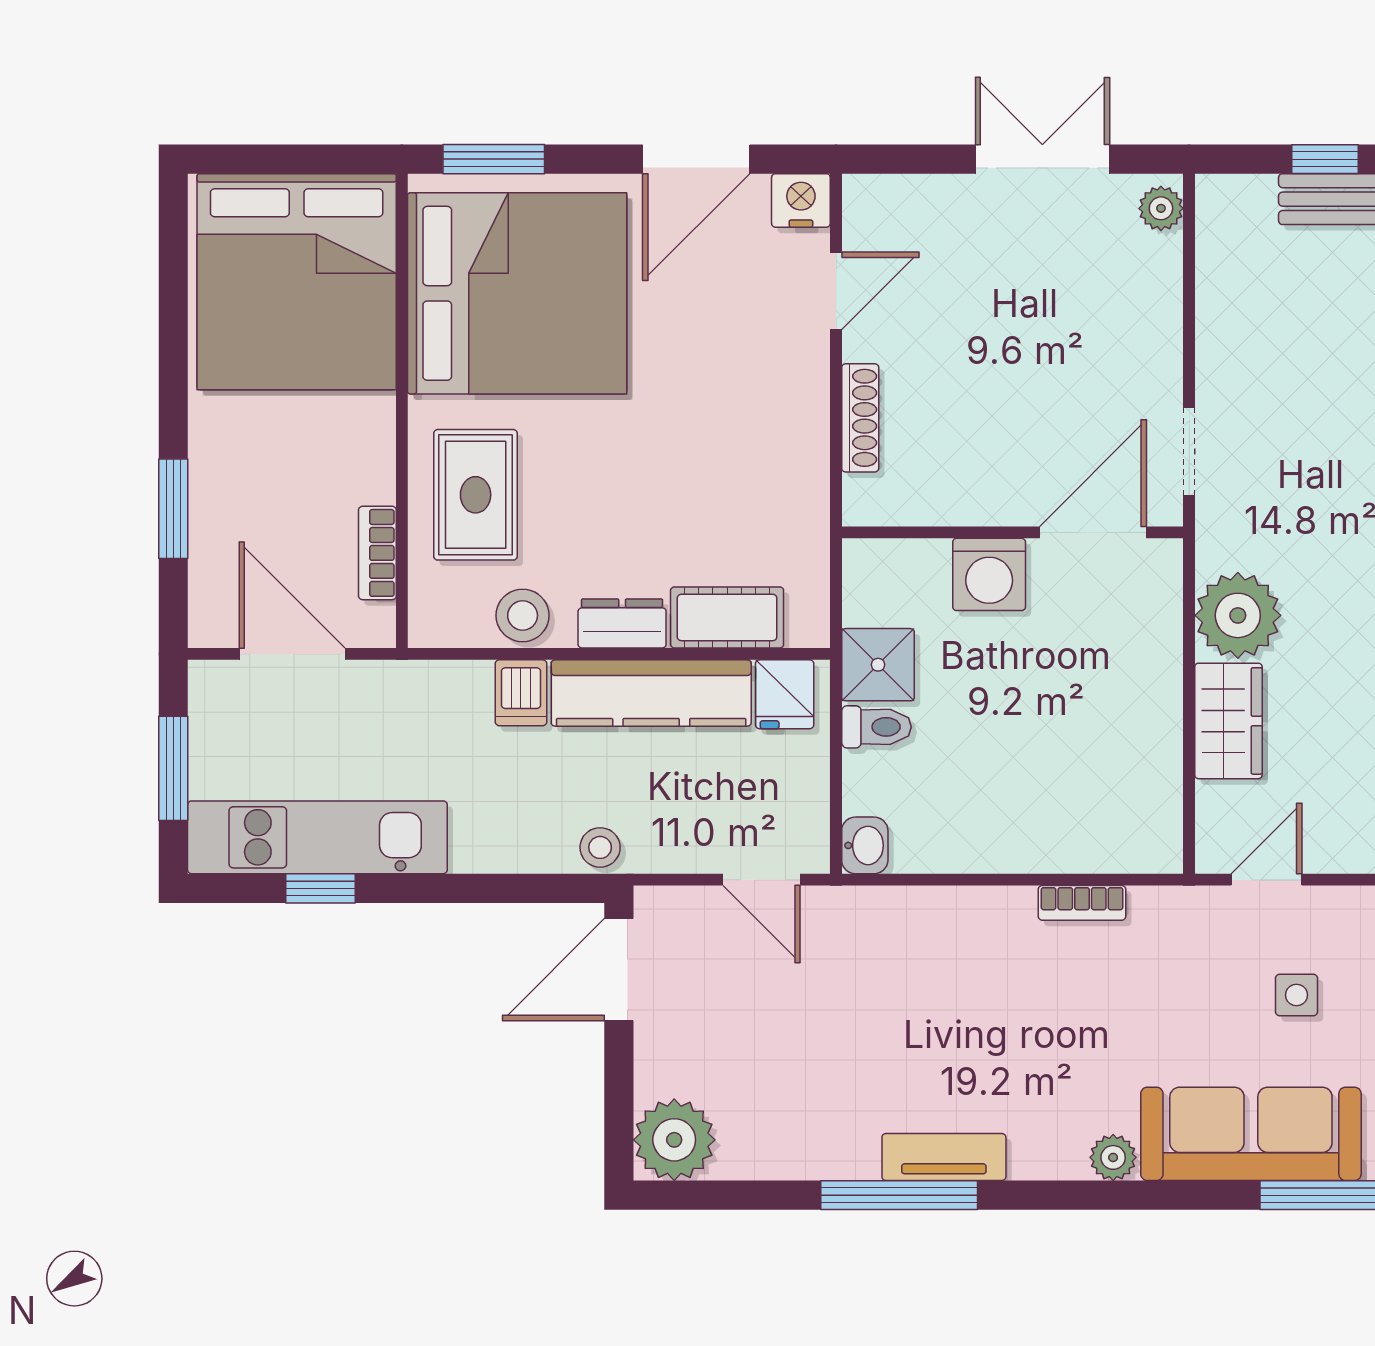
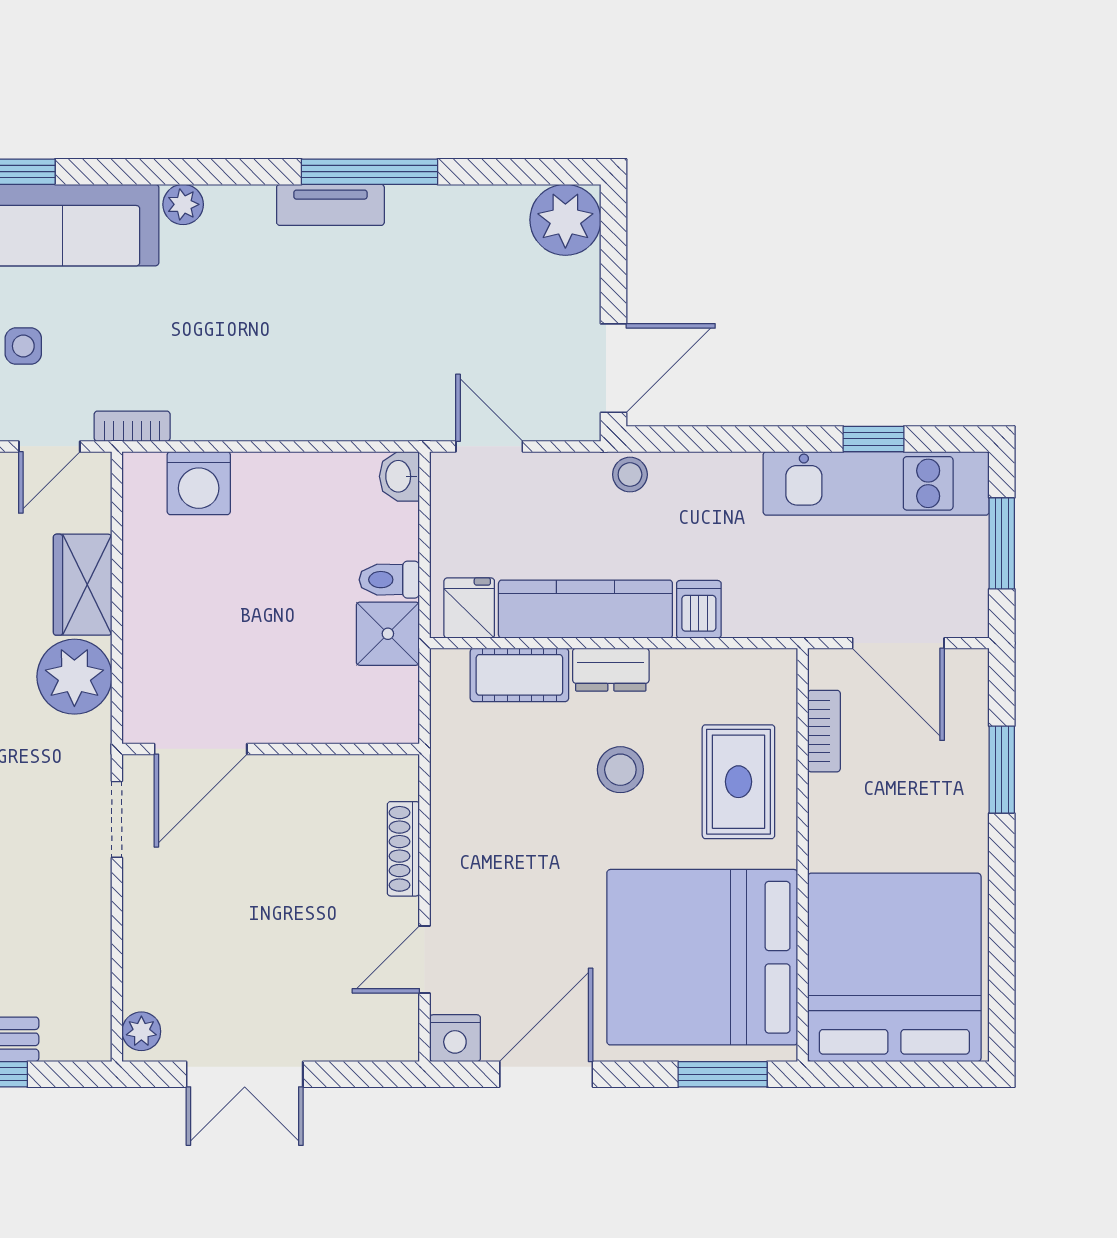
washing machine: (989, 574) -> (199, 483), moved, turned 180
stool: (523, 615) -> (620, 770), moved
bookcase: (1082, 903) -> (132, 426), moved

